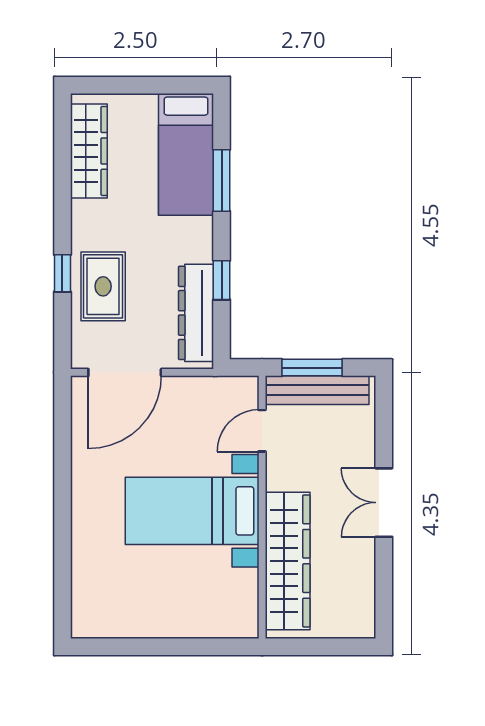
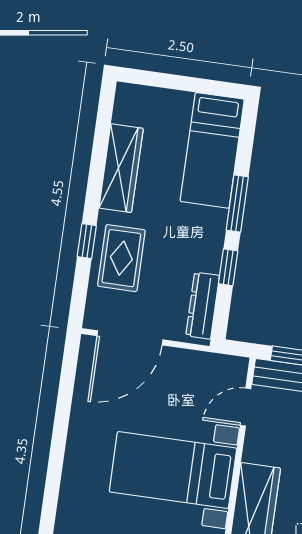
wardrobe: (89, 151) -> (121, 168), moved
window: (222, 180) -> (237, 204), moved
dresser: (196, 313) -> (203, 306), width x0.73, depth x0.80

